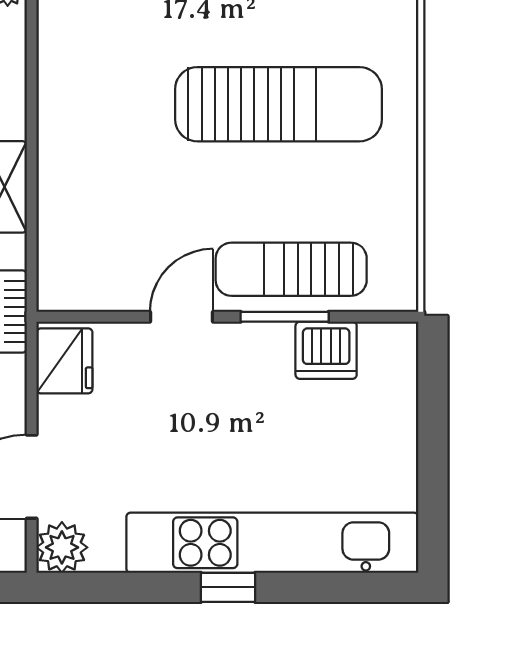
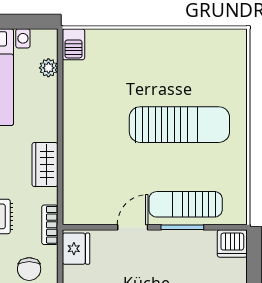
dishwasher: (326, 350) -> (232, 244), moved

